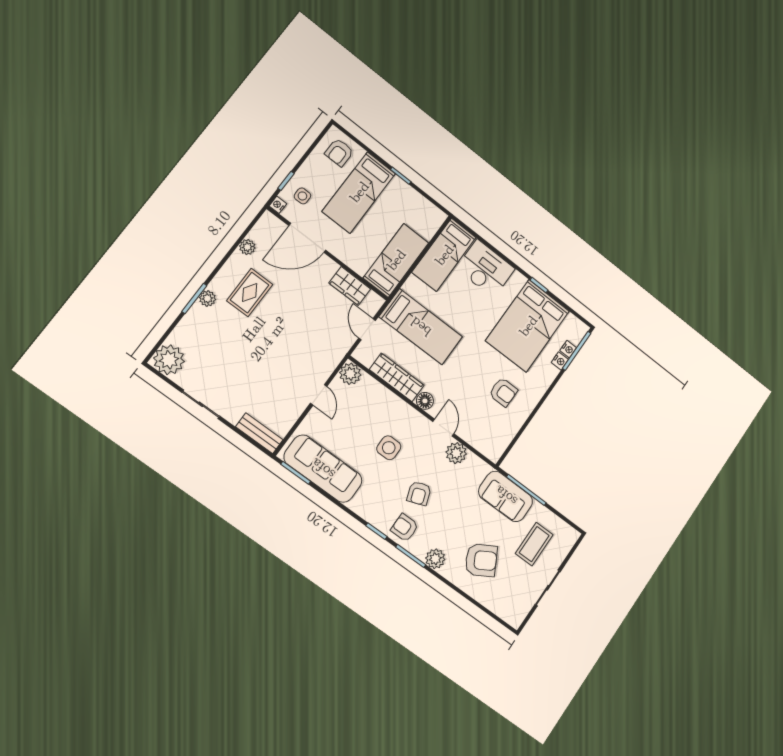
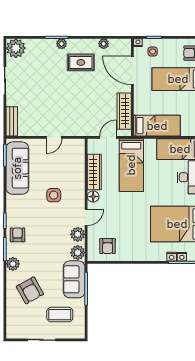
wardrobe: (350, 286) -> (124, 111), width x1.50
plant: (350, 374) -> (78, 253), moved
armchair: (503, 392) -> (108, 246), moved
armchair: (419, 493) -> (41, 229), removed

